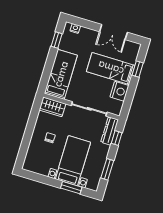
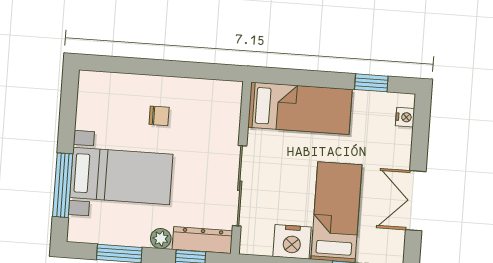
wardrobe: (52, 107) -> (226, 106), removed
plant: (105, 149) -> (161, 238), added
window: (71, 188) -> (63, 185), width x1.44

